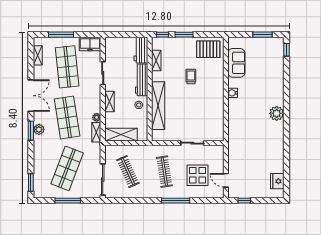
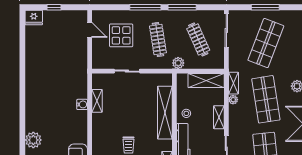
water cooler: (233, 93) -> (82, 104), moved
plant: (277, 113) -> (33, 140), moved
shelving: (219, 116) -> (97, 101), added
plant: (146, 150) -> (178, 63), added
fridge: (277, 181) -> (34, 17), moved, turned 90
window: (142, 201) -> (182, 7), added
window: (244, 201) -> (54, 7), moved

